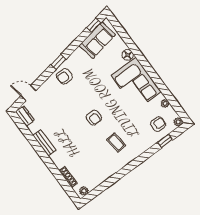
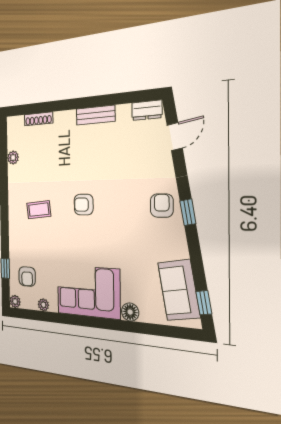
plant: (84, 191) -> (13, 158), moved

